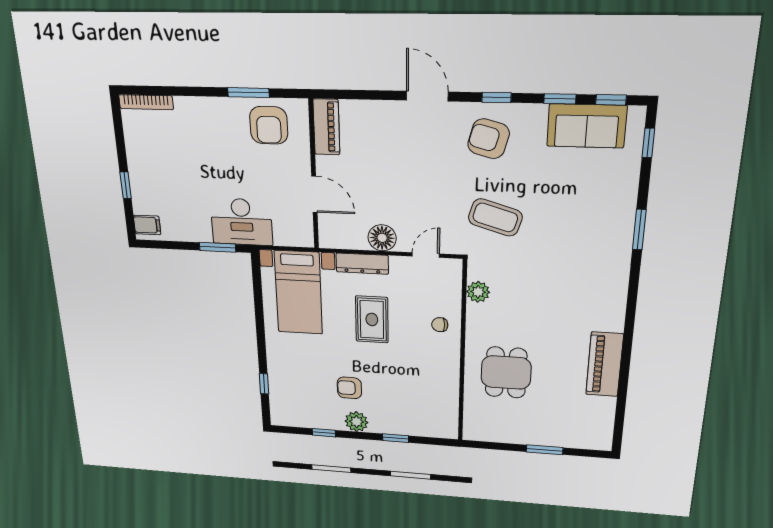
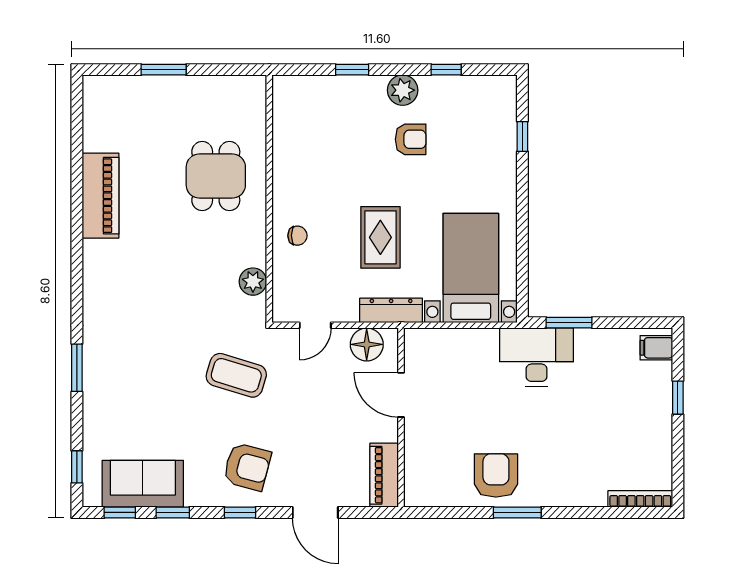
piano: (326, 127) -> (384, 475), moved
wall: (314, 176) -> (401, 418), moved
door: (314, 194) -> (401, 395), moved

